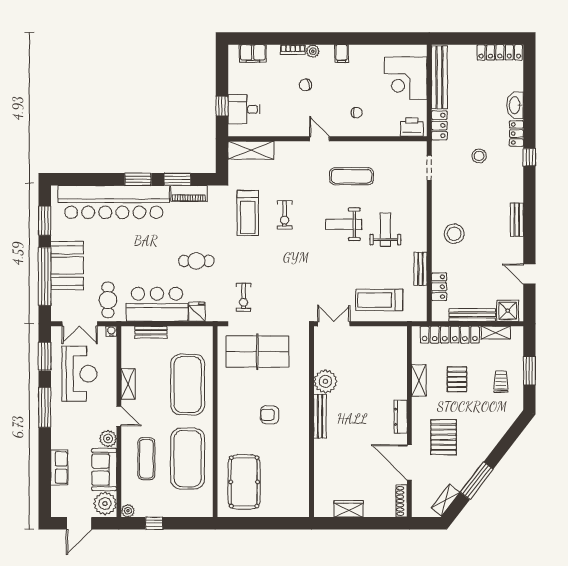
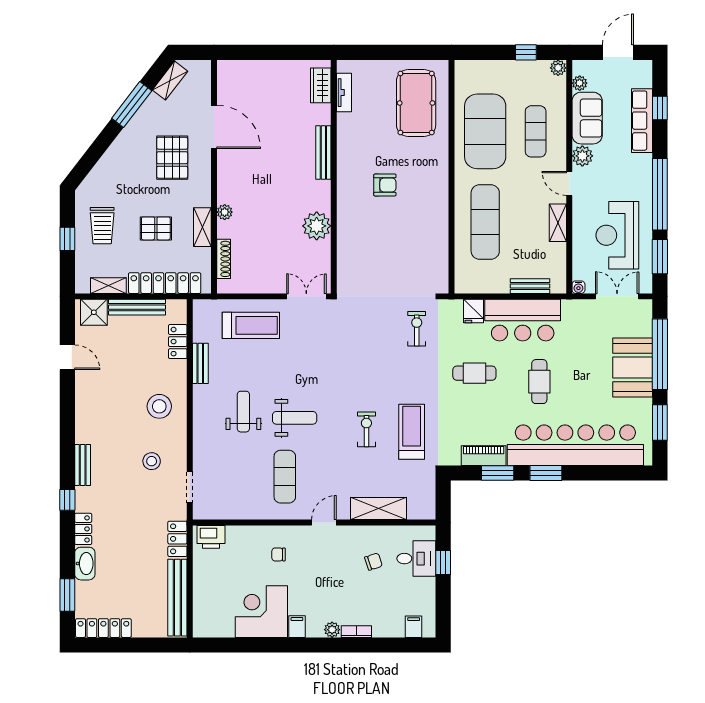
filing cabinet: (253, 54) -> (414, 627), width x0.50
corner desk: (406, 78) -> (261, 612), moved, turned -90
window: (529, 80) -> (67, 595), added
chair: (305, 85) -> (373, 562), moved
door: (319, 139) -> (324, 523), swing flipped
shelving: (251, 150) -> (378, 509), moved
stool: (479, 156) -> (152, 461), moved
exercise mat: (352, 176) -> (285, 477), turned 90
bench: (517, 220) -> (83, 465), moved
weight bench: (385, 230) -> (243, 412), turned 180
cafe table: (108, 300) -> (539, 382), moved
double door: (334, 324) -> (306, 296), swing flipped
table tennis table: (257, 352) -> (400, 262), removed
window: (529, 371) -> (67, 239), width x0.67
pallet: (457, 379) -> (156, 228), turned 90
trolley: (501, 382) -> (102, 226), width x1.36, depth x1.39
exercise mat: (188, 385) -> (485, 222), width x0.68
plant: (401, 393) -> (225, 212), added
window: (45, 407) -> (660, 194), width x1.46
bench: (320, 416) -> (323, 152), moved
dresser: (401, 417) -> (225, 183), removed
row of seats: (59, 468) -> (642, 121), width x1.48
window: (45, 478) -> (660, 108), added
tv unit: (303, 490) -> (344, 93), added
shoe rack: (402, 501) -> (224, 259), moved
plant: (105, 504) -> (580, 83), width x0.53, depth x0.53
wardrobe: (349, 509) -> (321, 85), moved, turned 90

